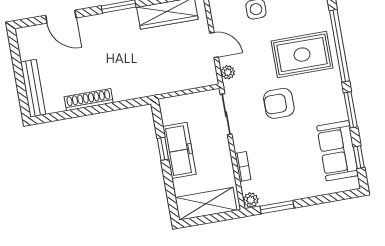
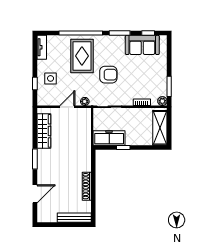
armchair: (279, 103) -> (108, 75), turned -90
freezer: (179, 150) -> (109, 138), moved

